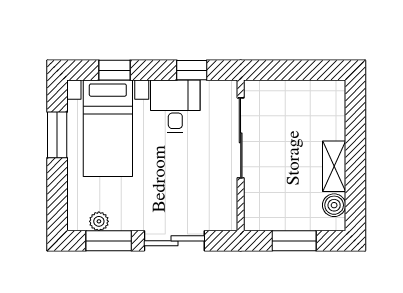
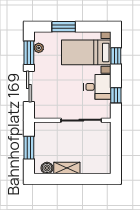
window: (57, 135) -> (64, 27), moved

